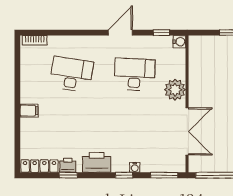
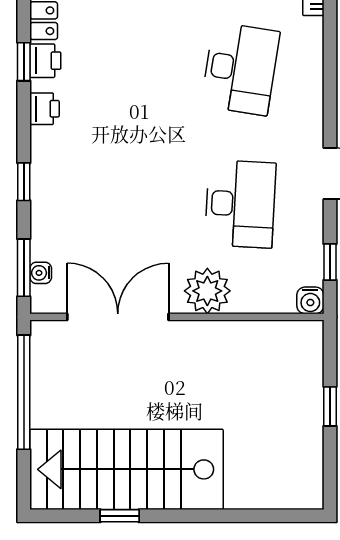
double door: (187, 131) -> (118, 317), swing flipped
printer: (97, 162) -> (44, 109), width x0.53, depth x0.68
water cooler: (135, 167) -> (41, 273), moved

